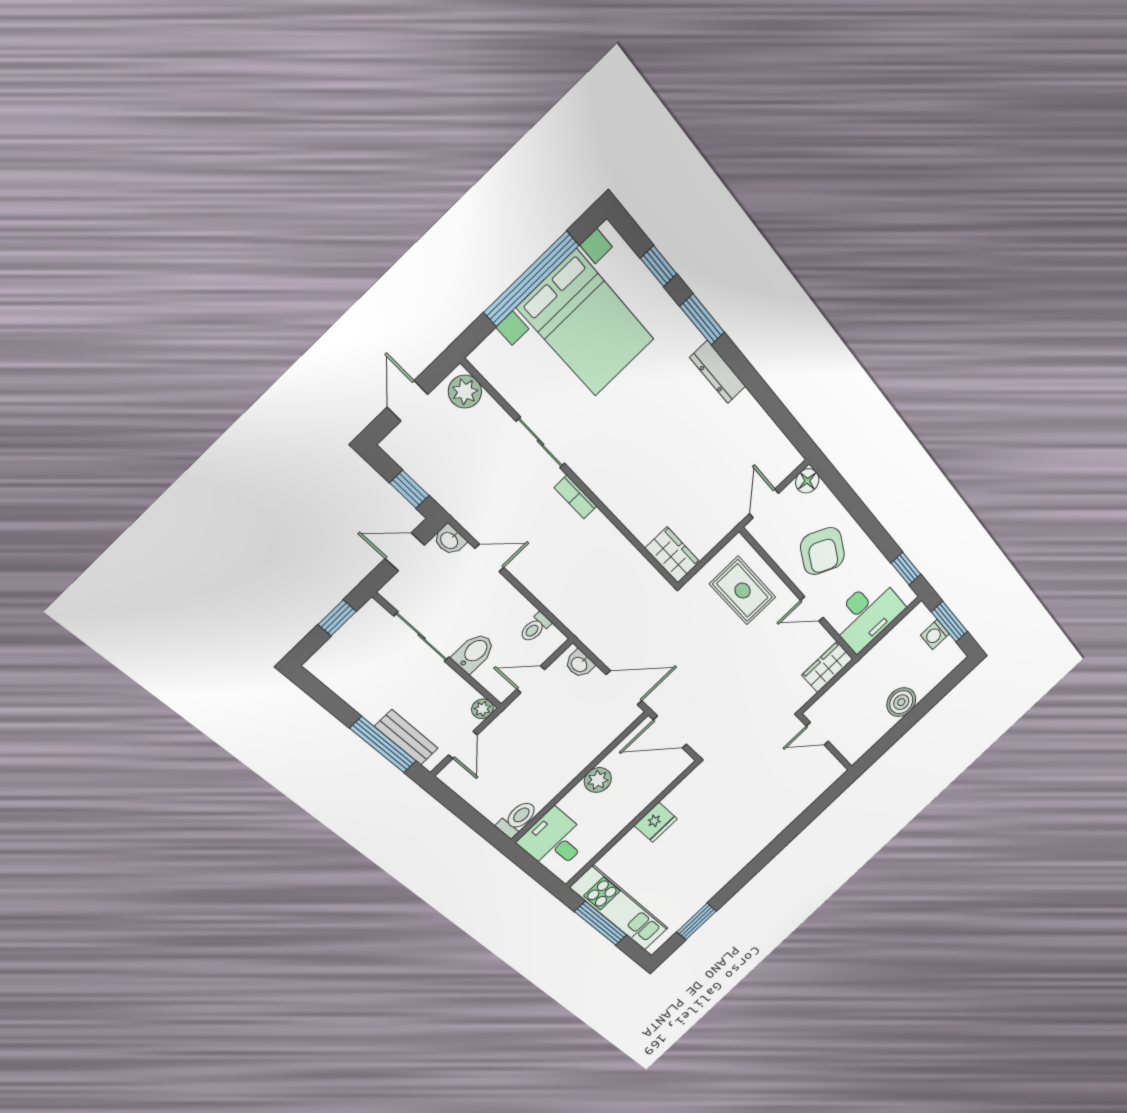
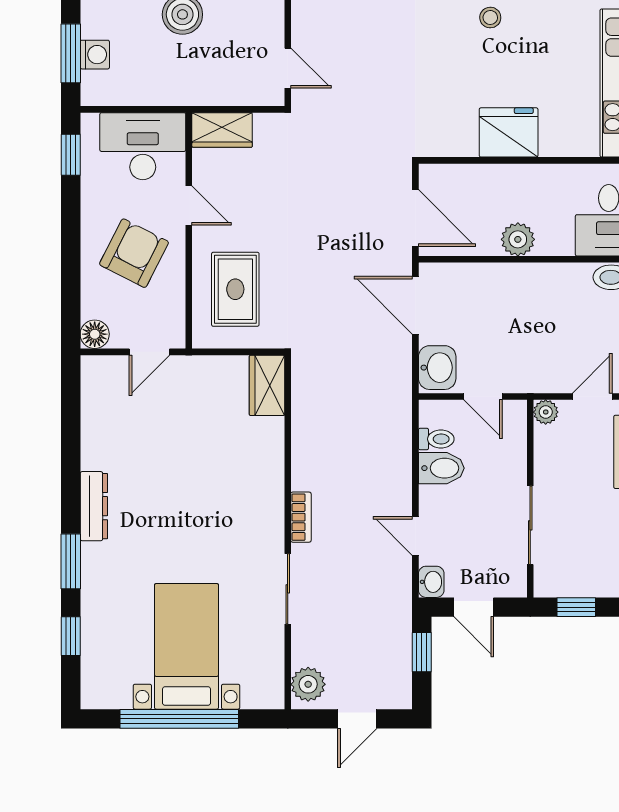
bed with nightstands: (586, 324) -> (186, 646), width x0.73
bidet: (474, 653) -> (441, 468), moved, turned 180
washbasin: (580, 664) -> (437, 368), width x1.38, depth x1.45
fridge: (656, 822) -> (509, 132), width x1.36, depth x1.34
stool: (725, 866) -> (490, 18), added

